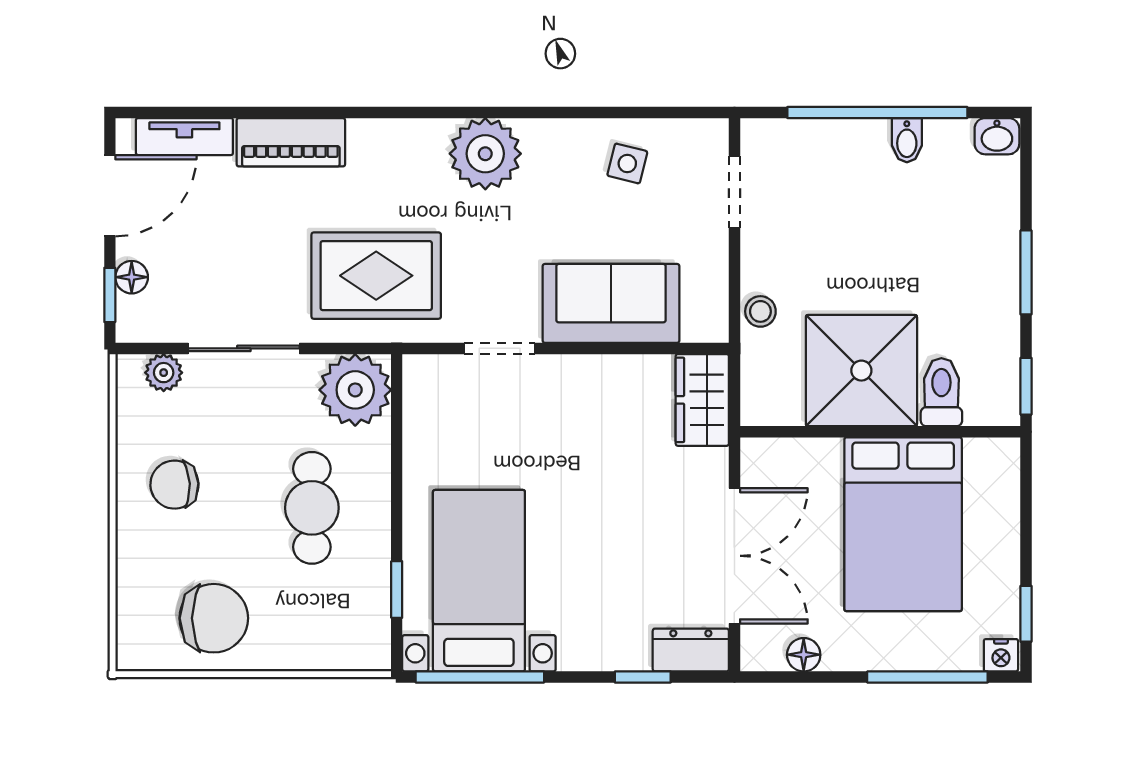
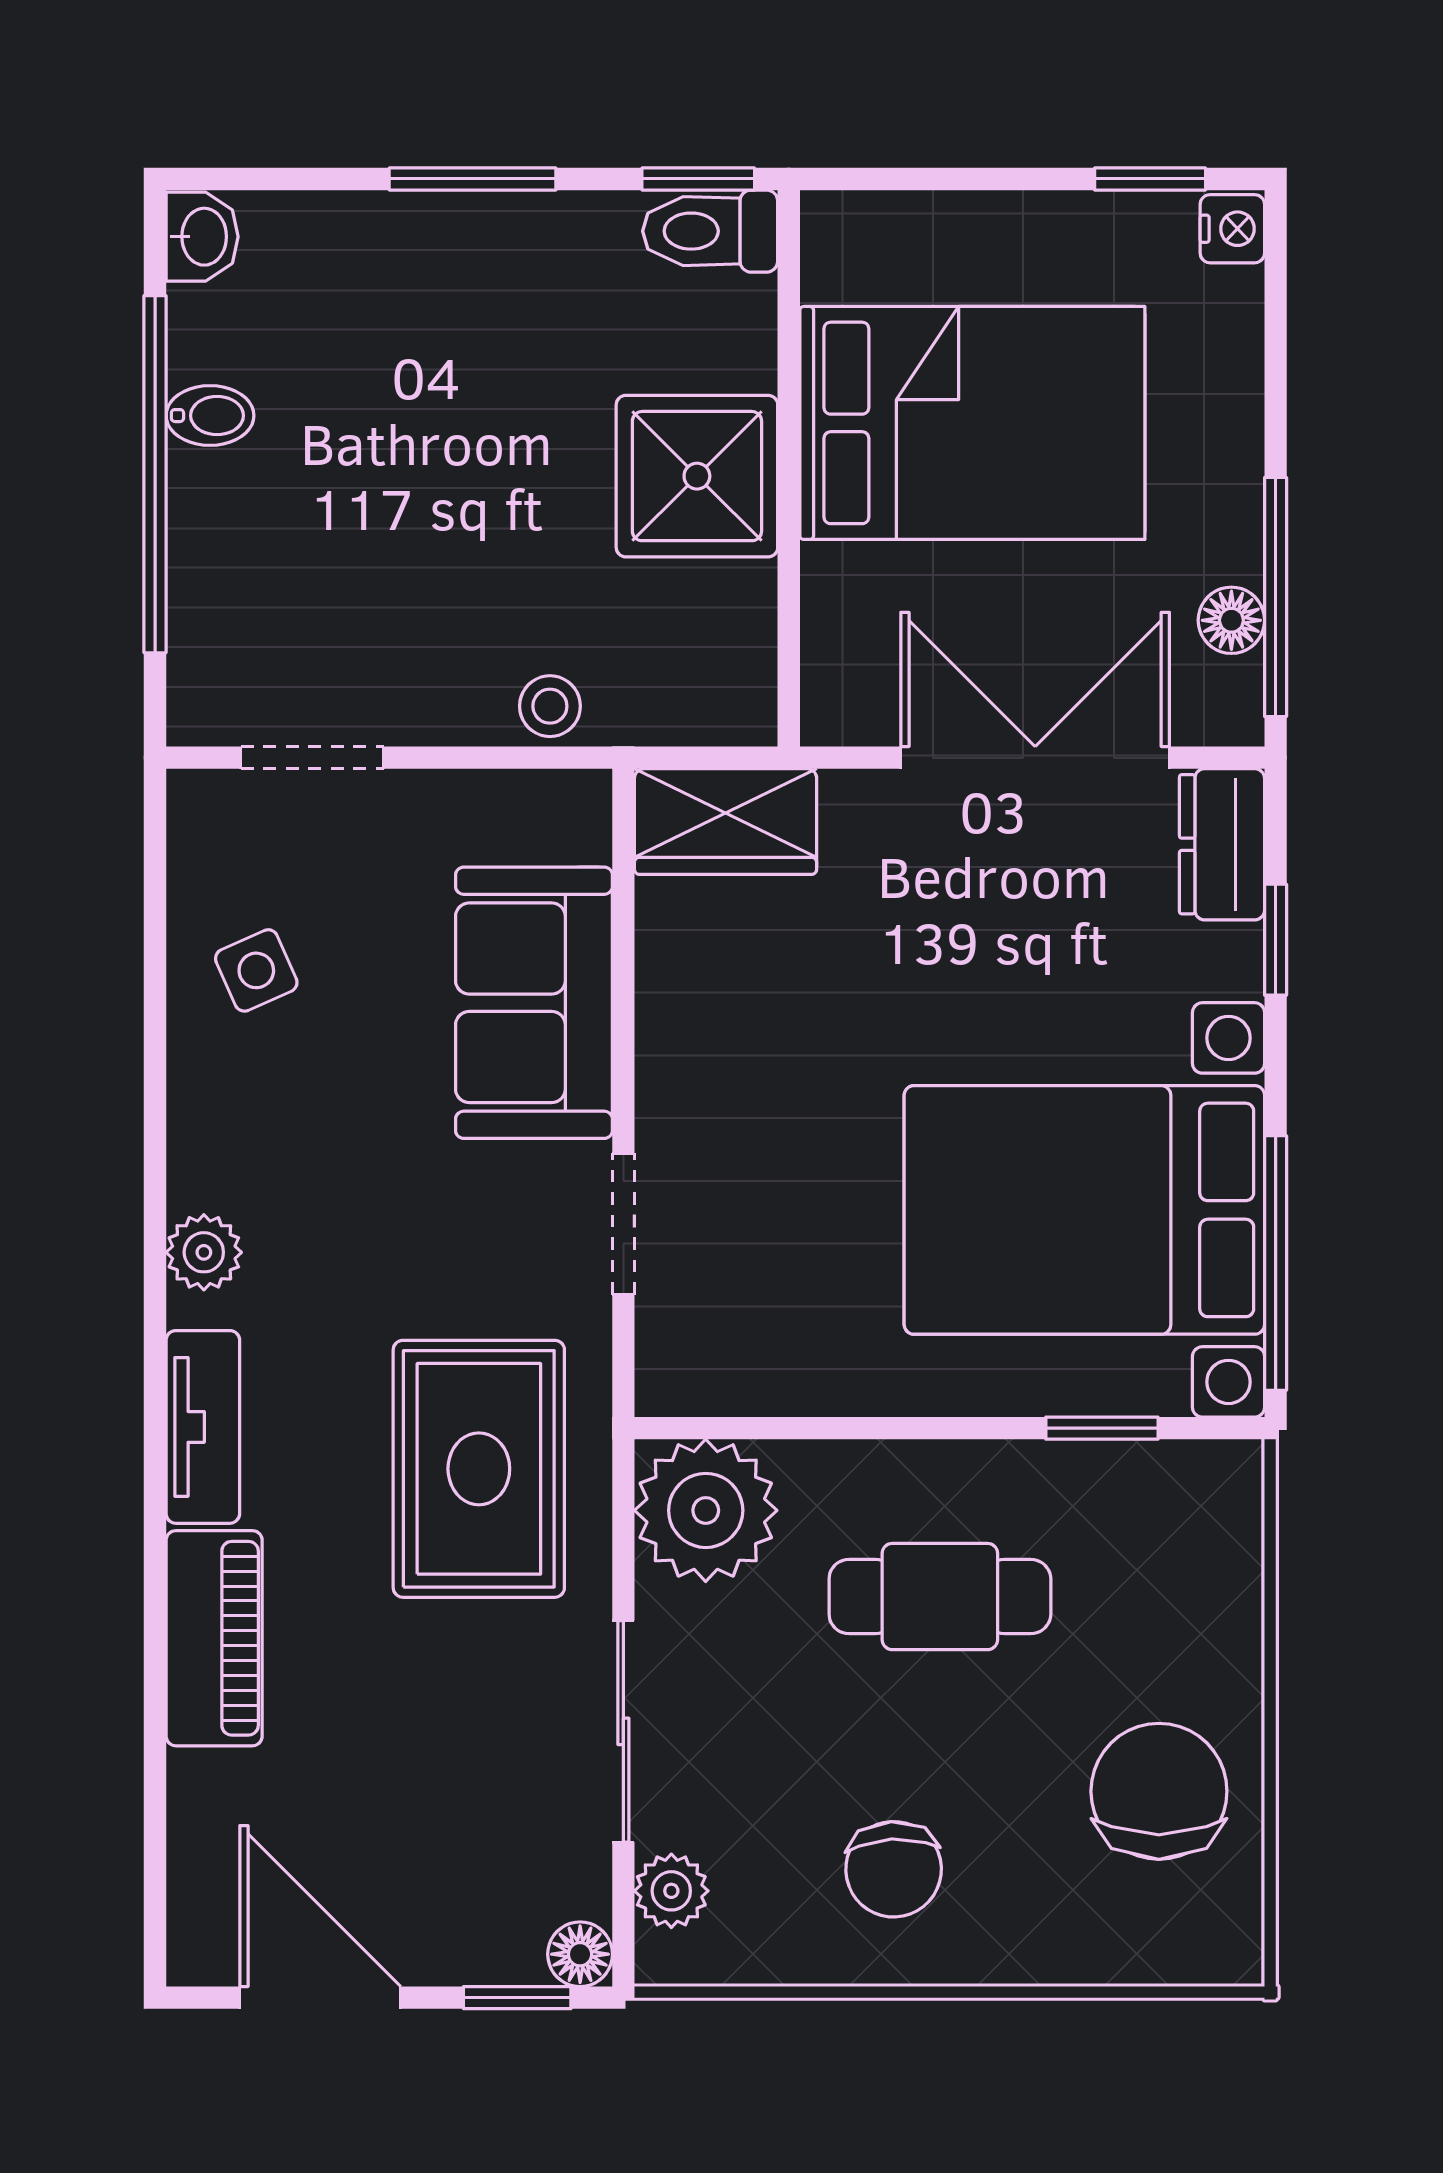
tv unit: (184, 137) -> (203, 1427), moved
plant: (485, 154) -> (204, 1252), width x0.53, depth x0.53
side table: (627, 163) -> (256, 970), turned -38
floor lamp: (132, 277) -> (580, 1954), moved
shower: (861, 371) -> (697, 476), width x0.73, depth x0.73
toilet: (941, 392) -> (710, 231), moved
bed with nightstands: (479, 581) -> (1084, 1210), width x1.36
window: (927, 677) -> (1276, 597), moved

